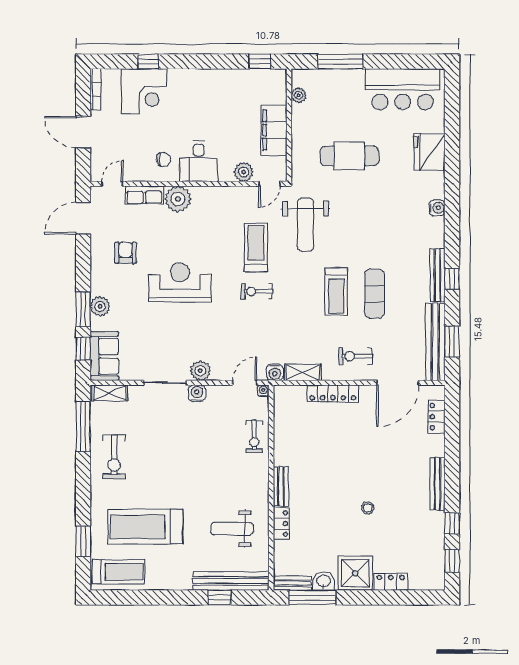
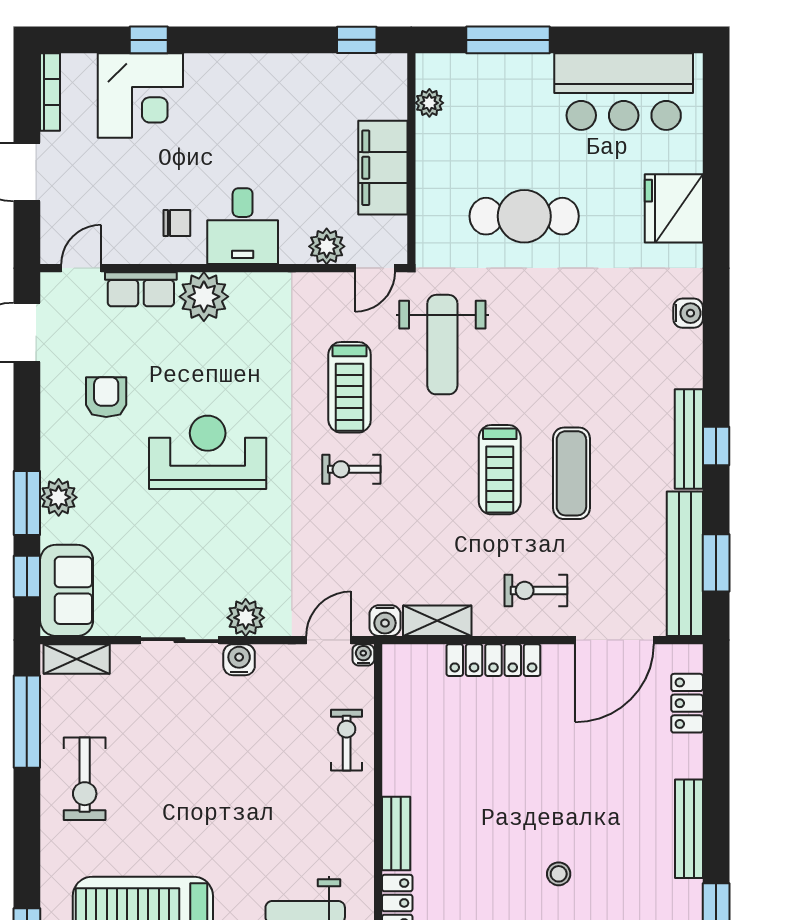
treadmill: (256, 247) -> (350, 387), turned 180
exercise bike: (254, 436) -> (347, 740), turned 180

